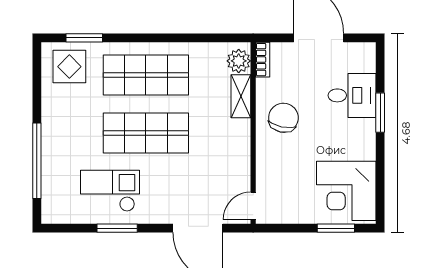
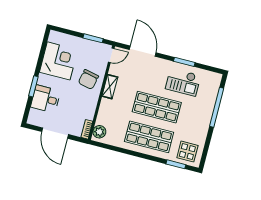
shelving: (241, 96) -> (110, 87), moved
chair: (283, 118) -> (88, 79), moved
corner desk: (346, 191) -> (59, 61), moved
window: (336, 228) -> (93, 38), moved

